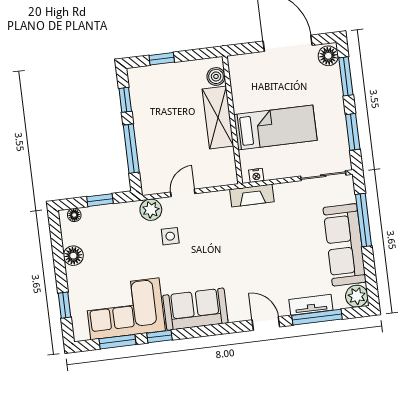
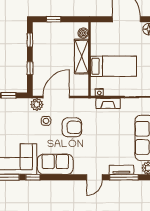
window: (131, 149) -> (30, 68), width x0.46
door: (183, 193) -> (56, 97), width x1.87
fireplace: (252, 196) -> (108, 103), moved
armchair: (216, 242) -> (72, 127), added
door: (266, 323) -> (94, 177), swing flipped

